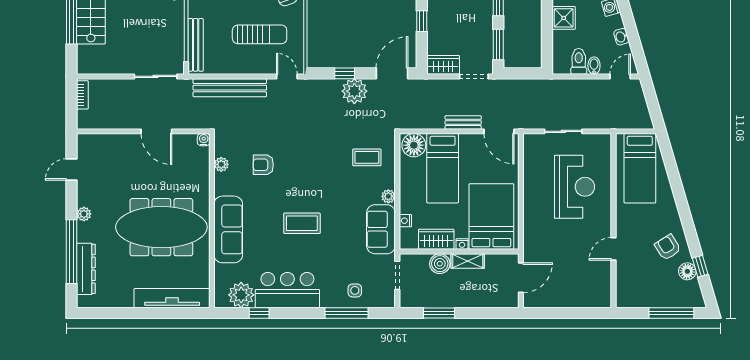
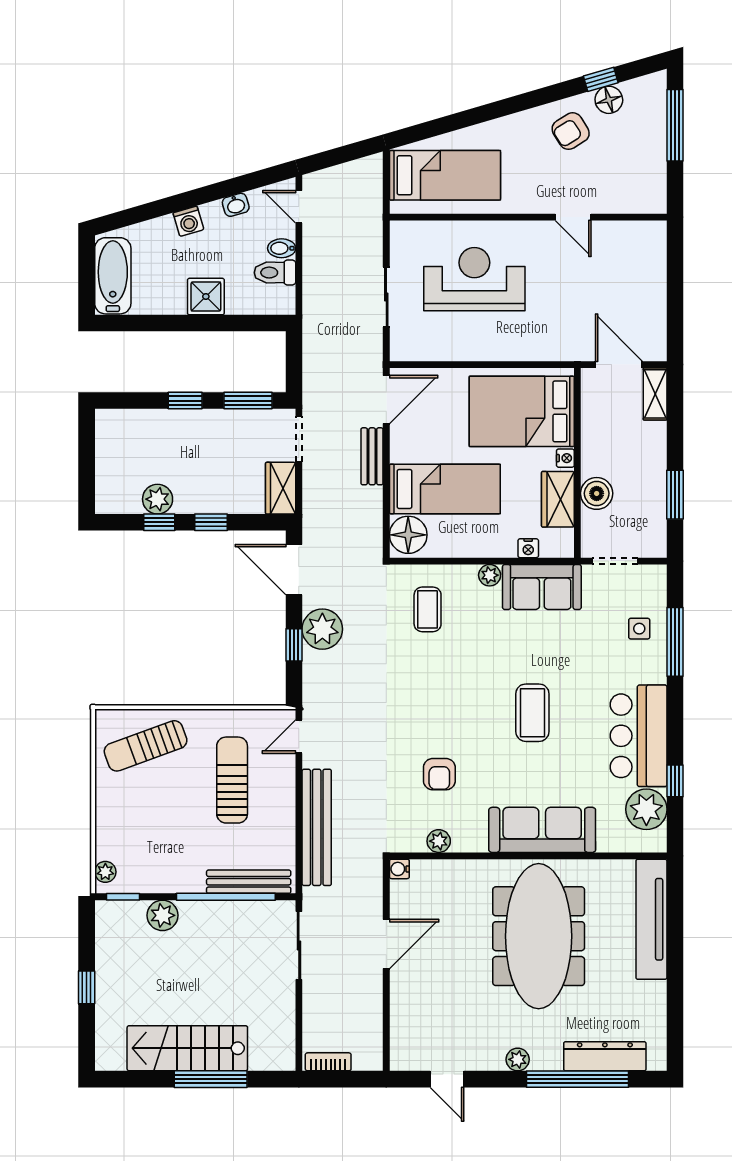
shelving: (468, 261) -> (655, 394), moved

